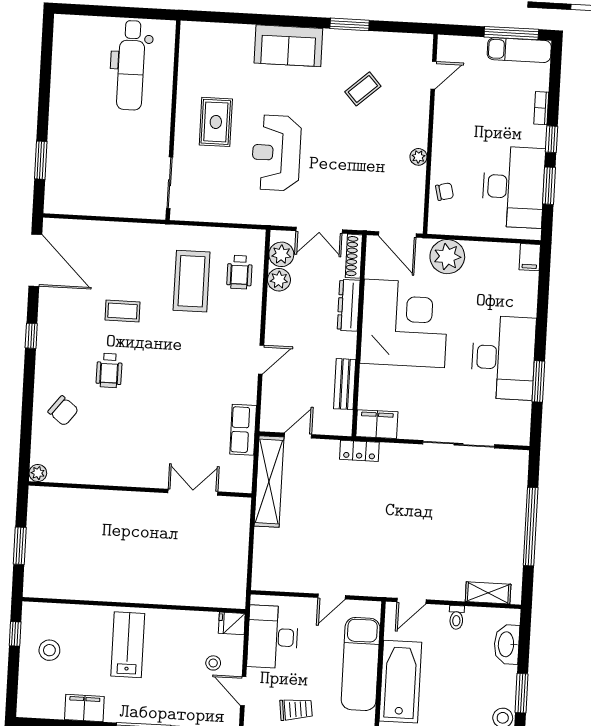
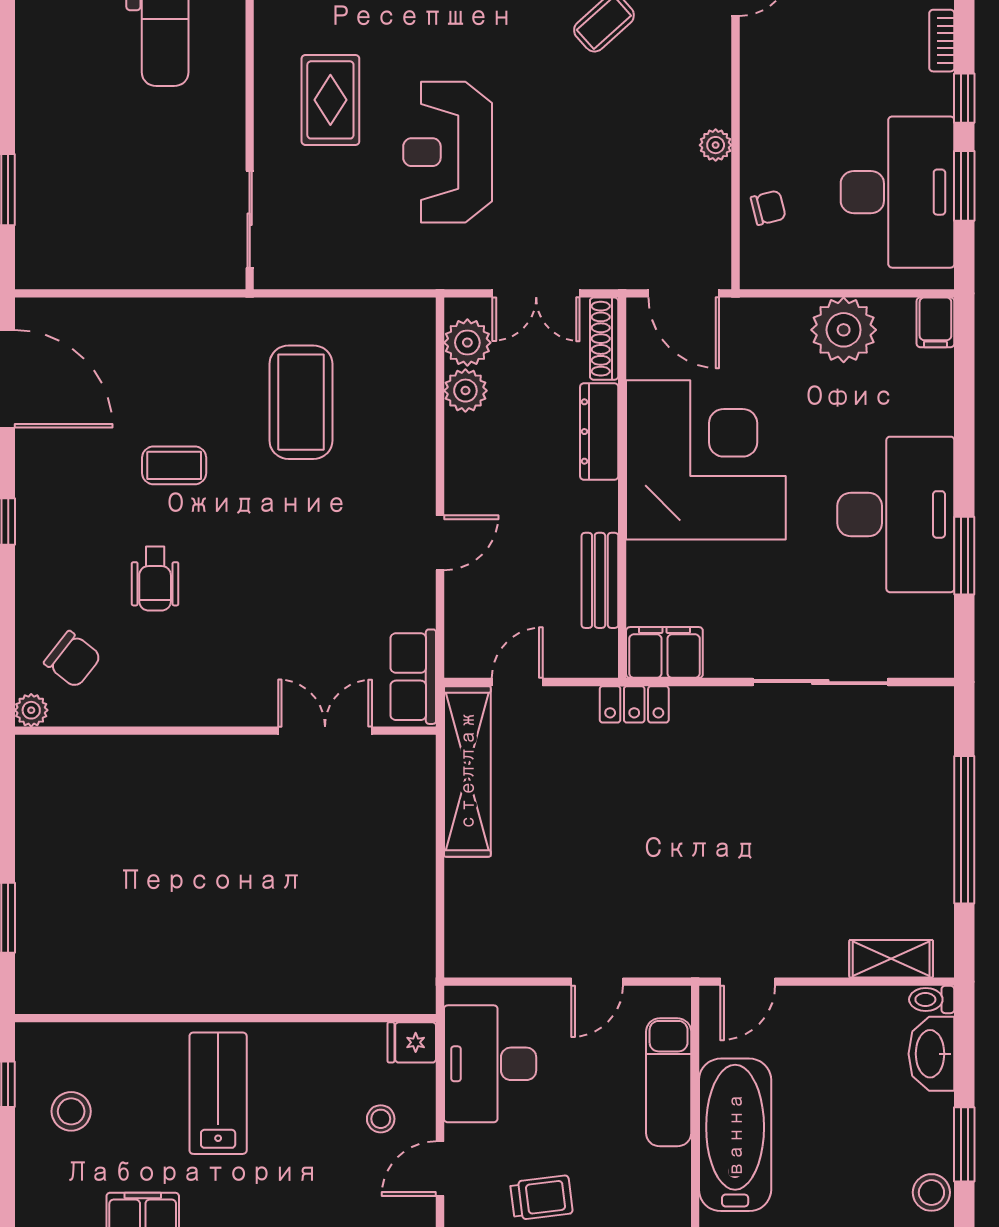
plant: (447, 257) -> (844, 330), moved
wheelchair: (239, 272) -> (390, 380), removed
plant: (38, 473) -> (31, 710), moved
wall: (140, 489) -> (225, 731), moved
double door: (193, 492) -> (325, 731), moved
toilet: (456, 617) -> (932, 999), moved, turned 90
exam couch: (361, 664) -> (669, 1082), width x0.73, depth x0.69
door: (243, 691) -> (440, 1169), hinge flipped

